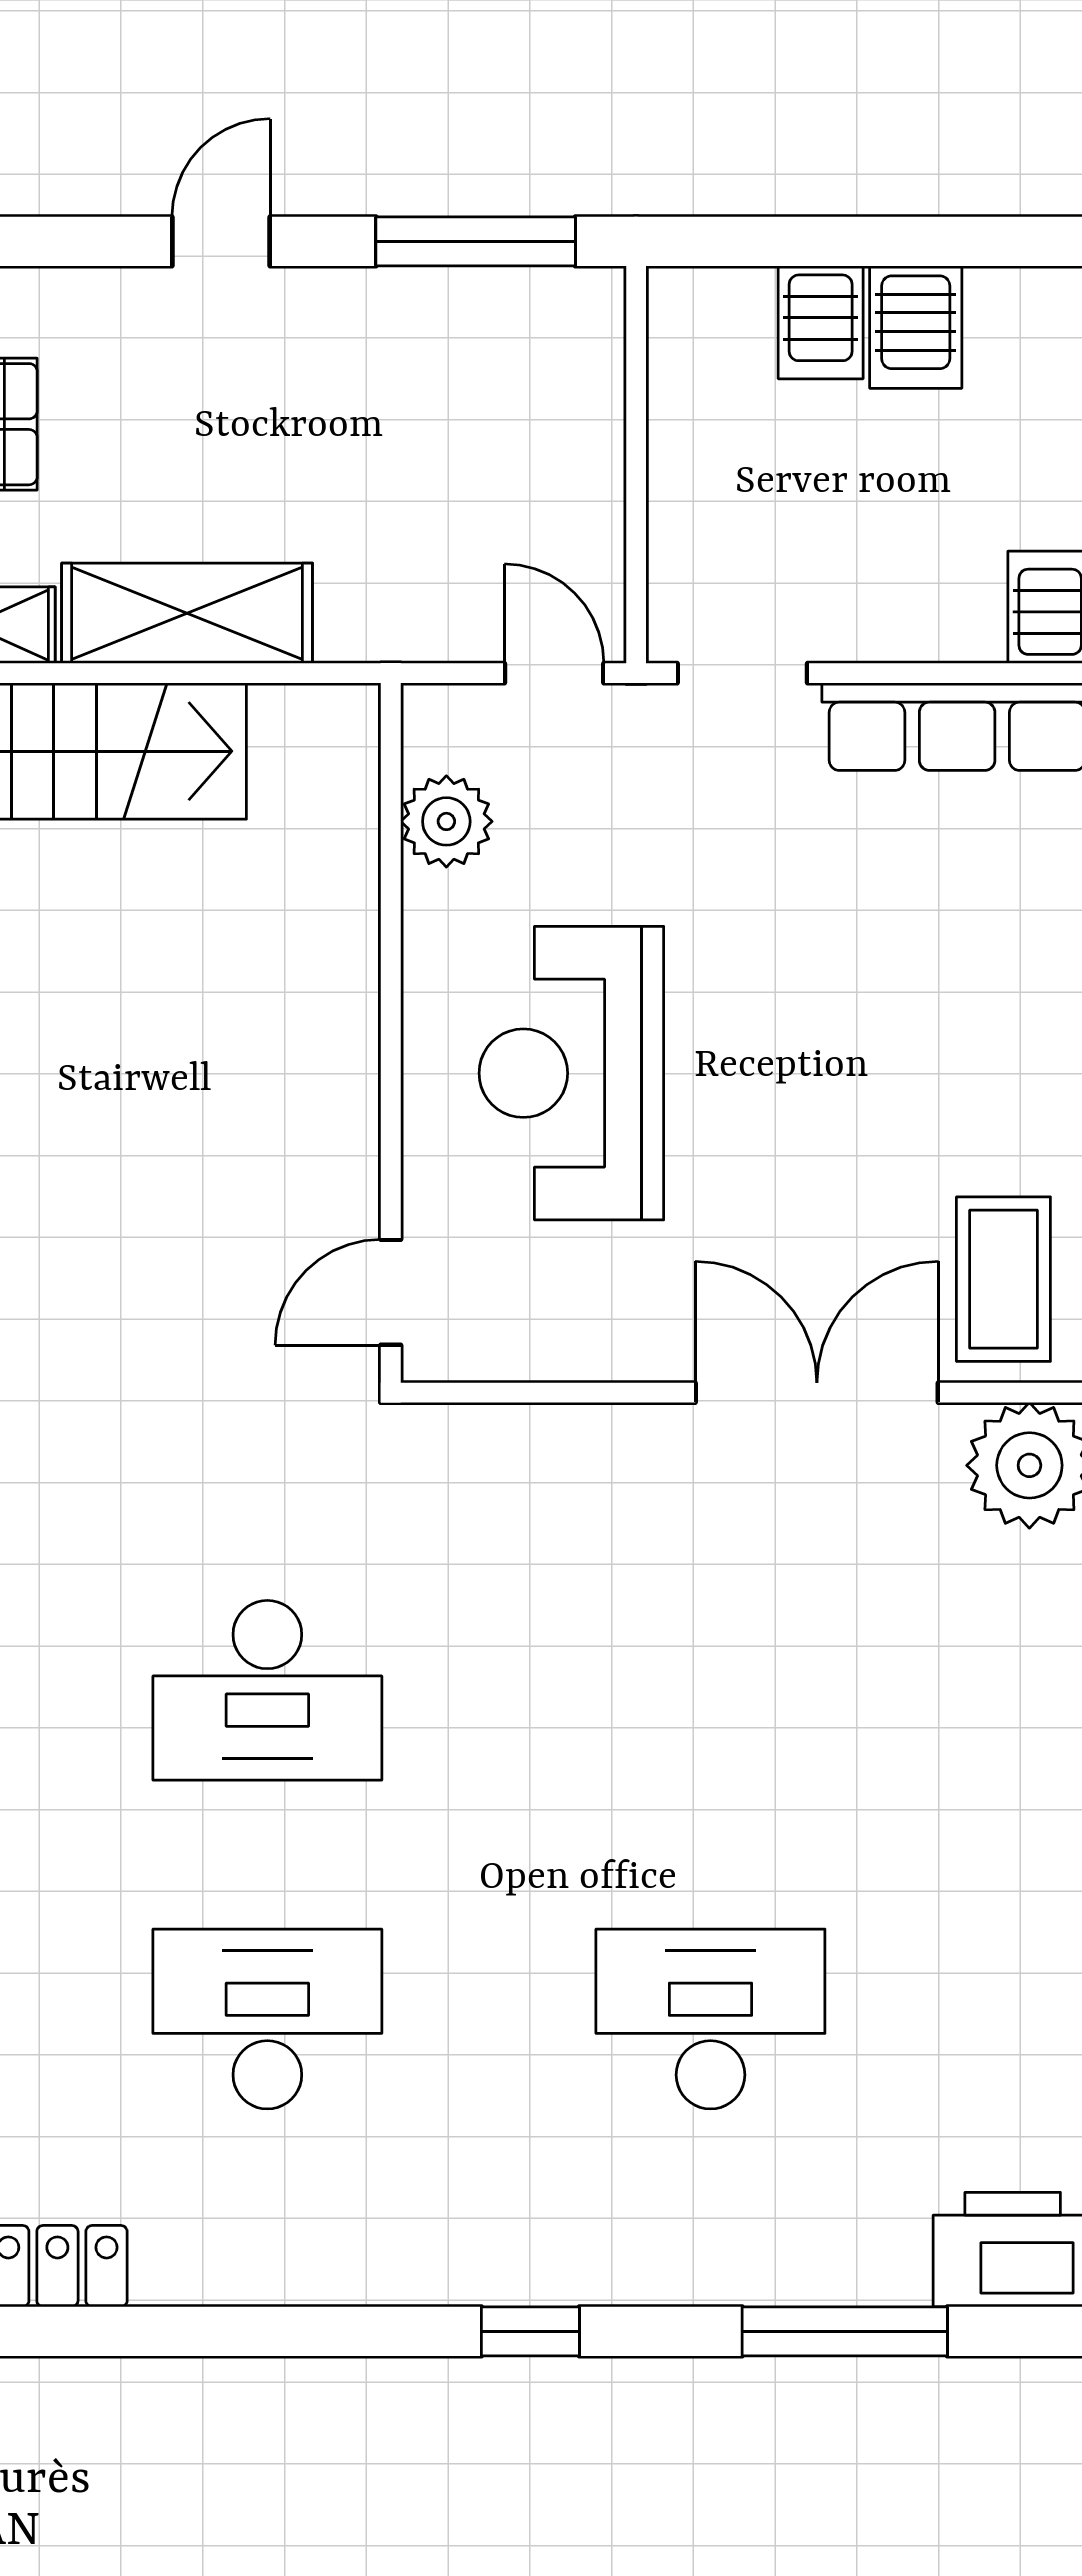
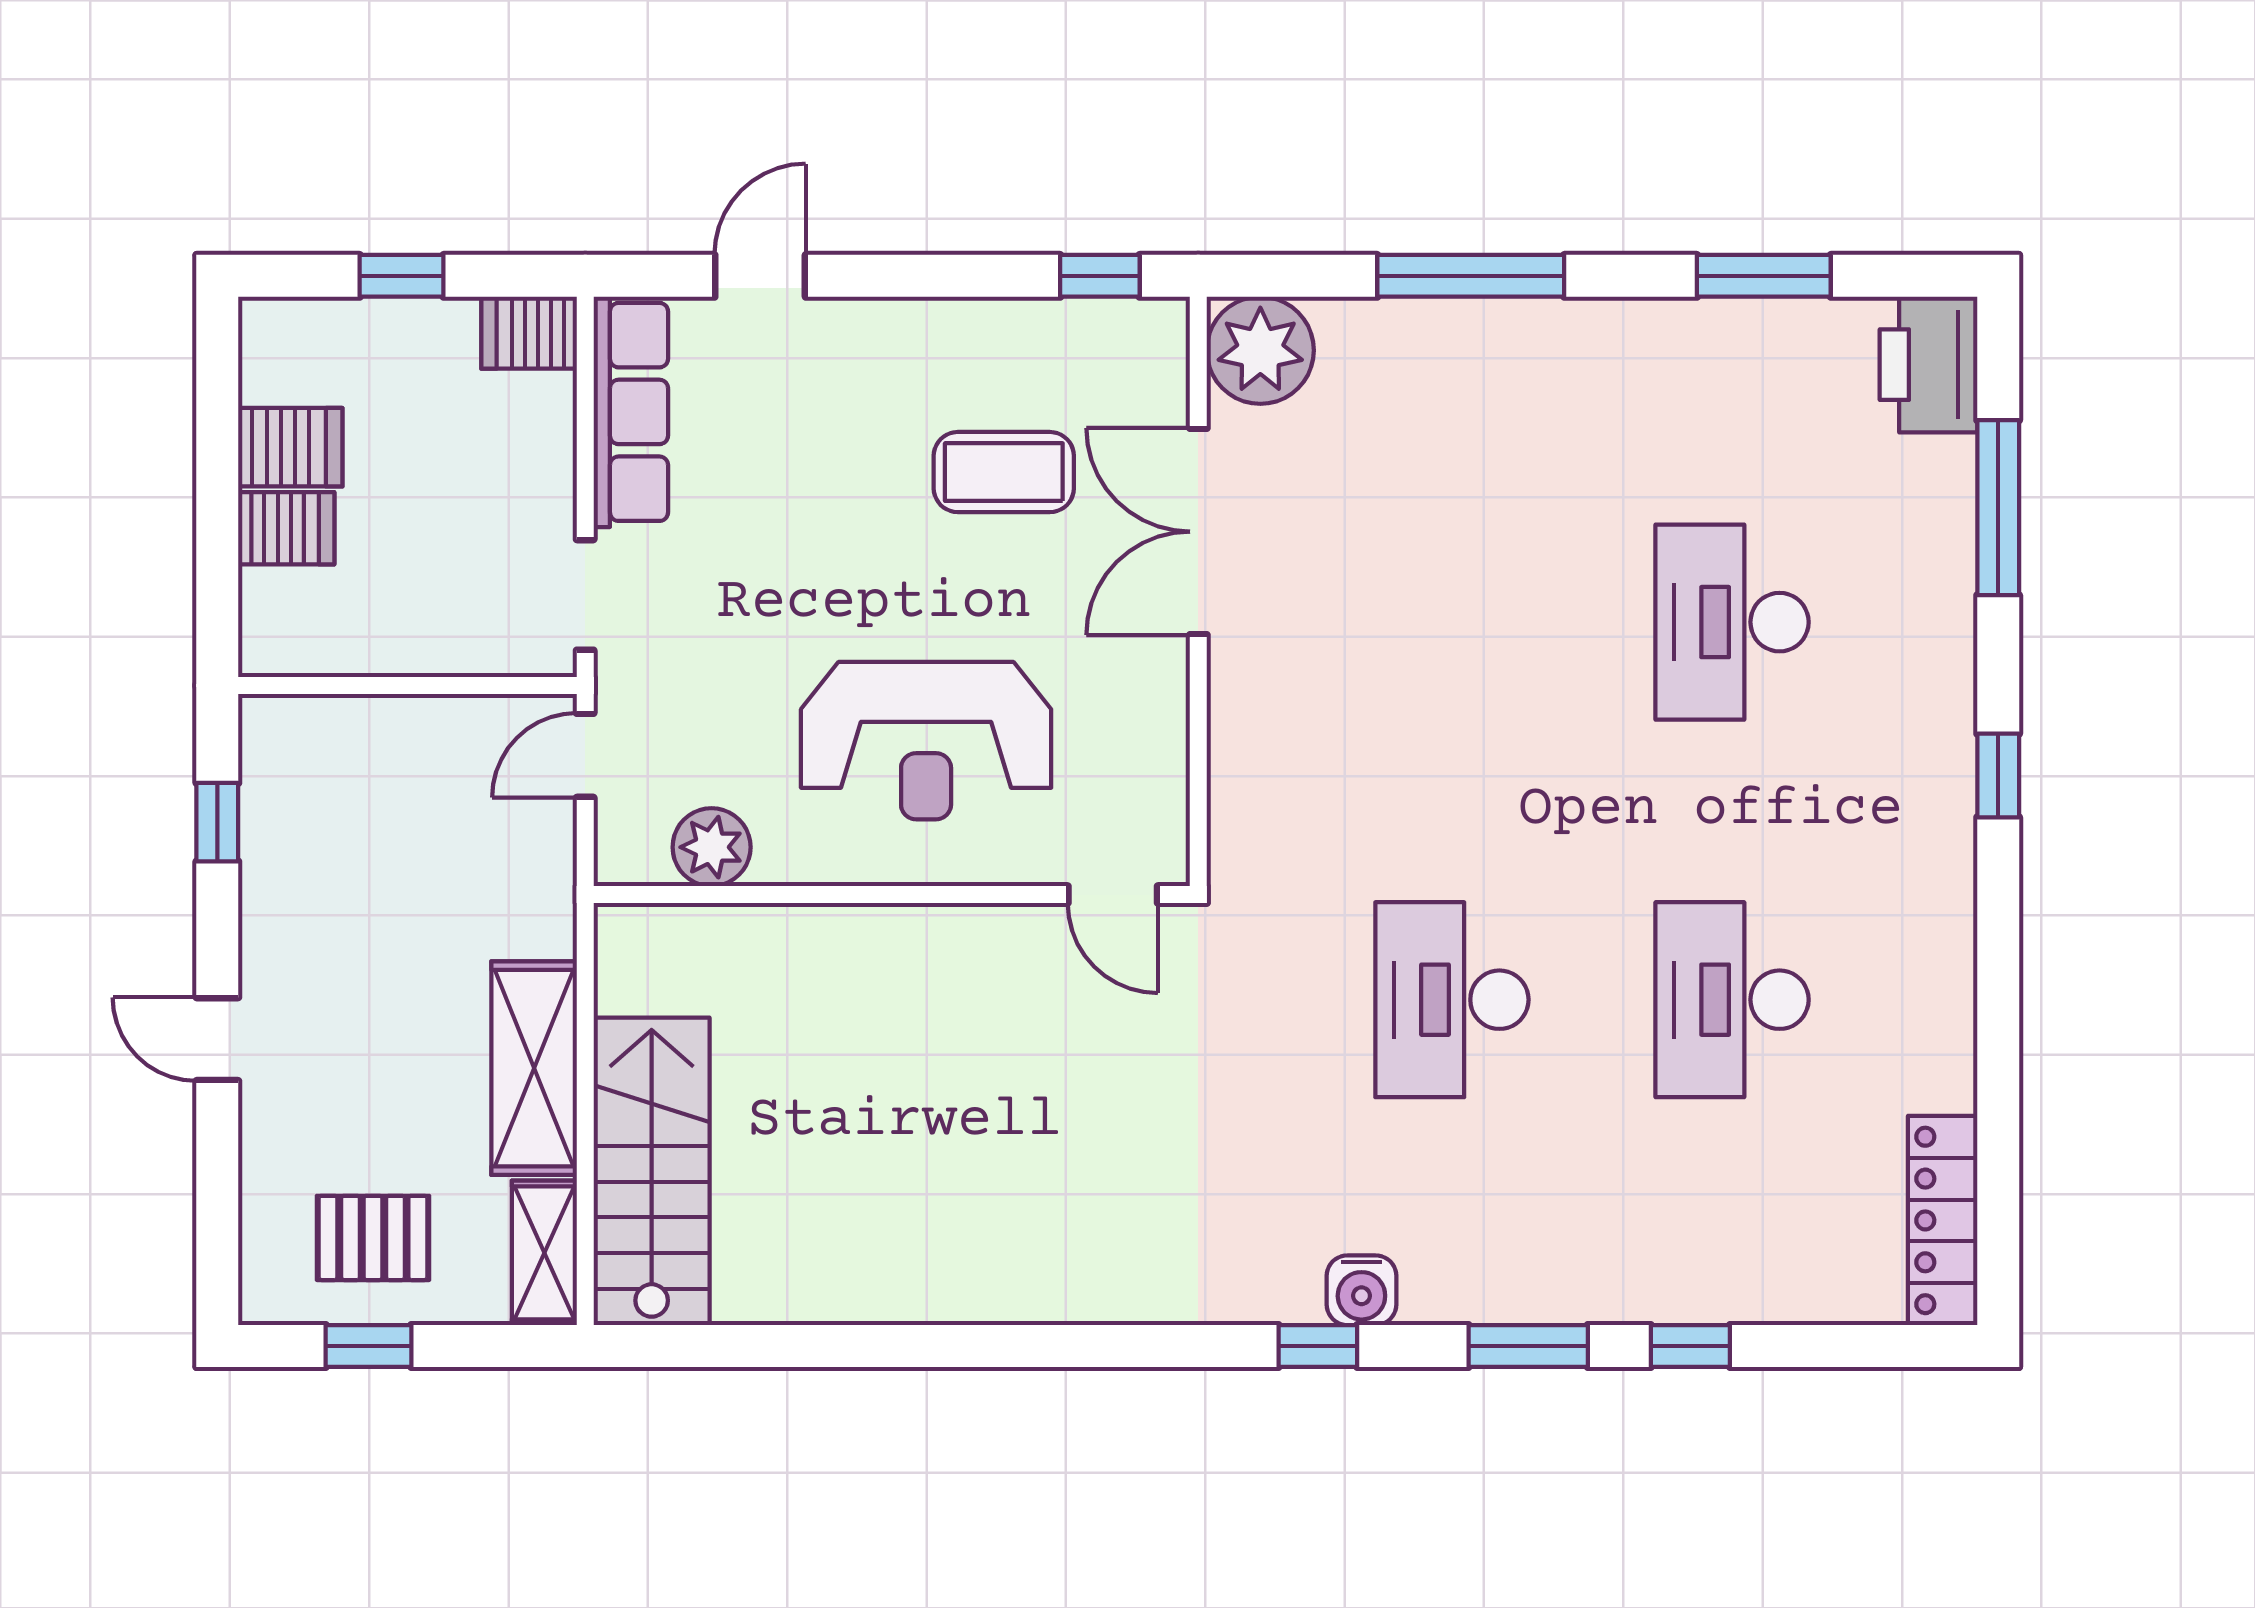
window: (476, 241) -> (217, 822), width x0.46
coffee table: (1003, 1279) -> (1004, 472), moved
desk: (267, 1690) -> (1452, 1000), turned 180

